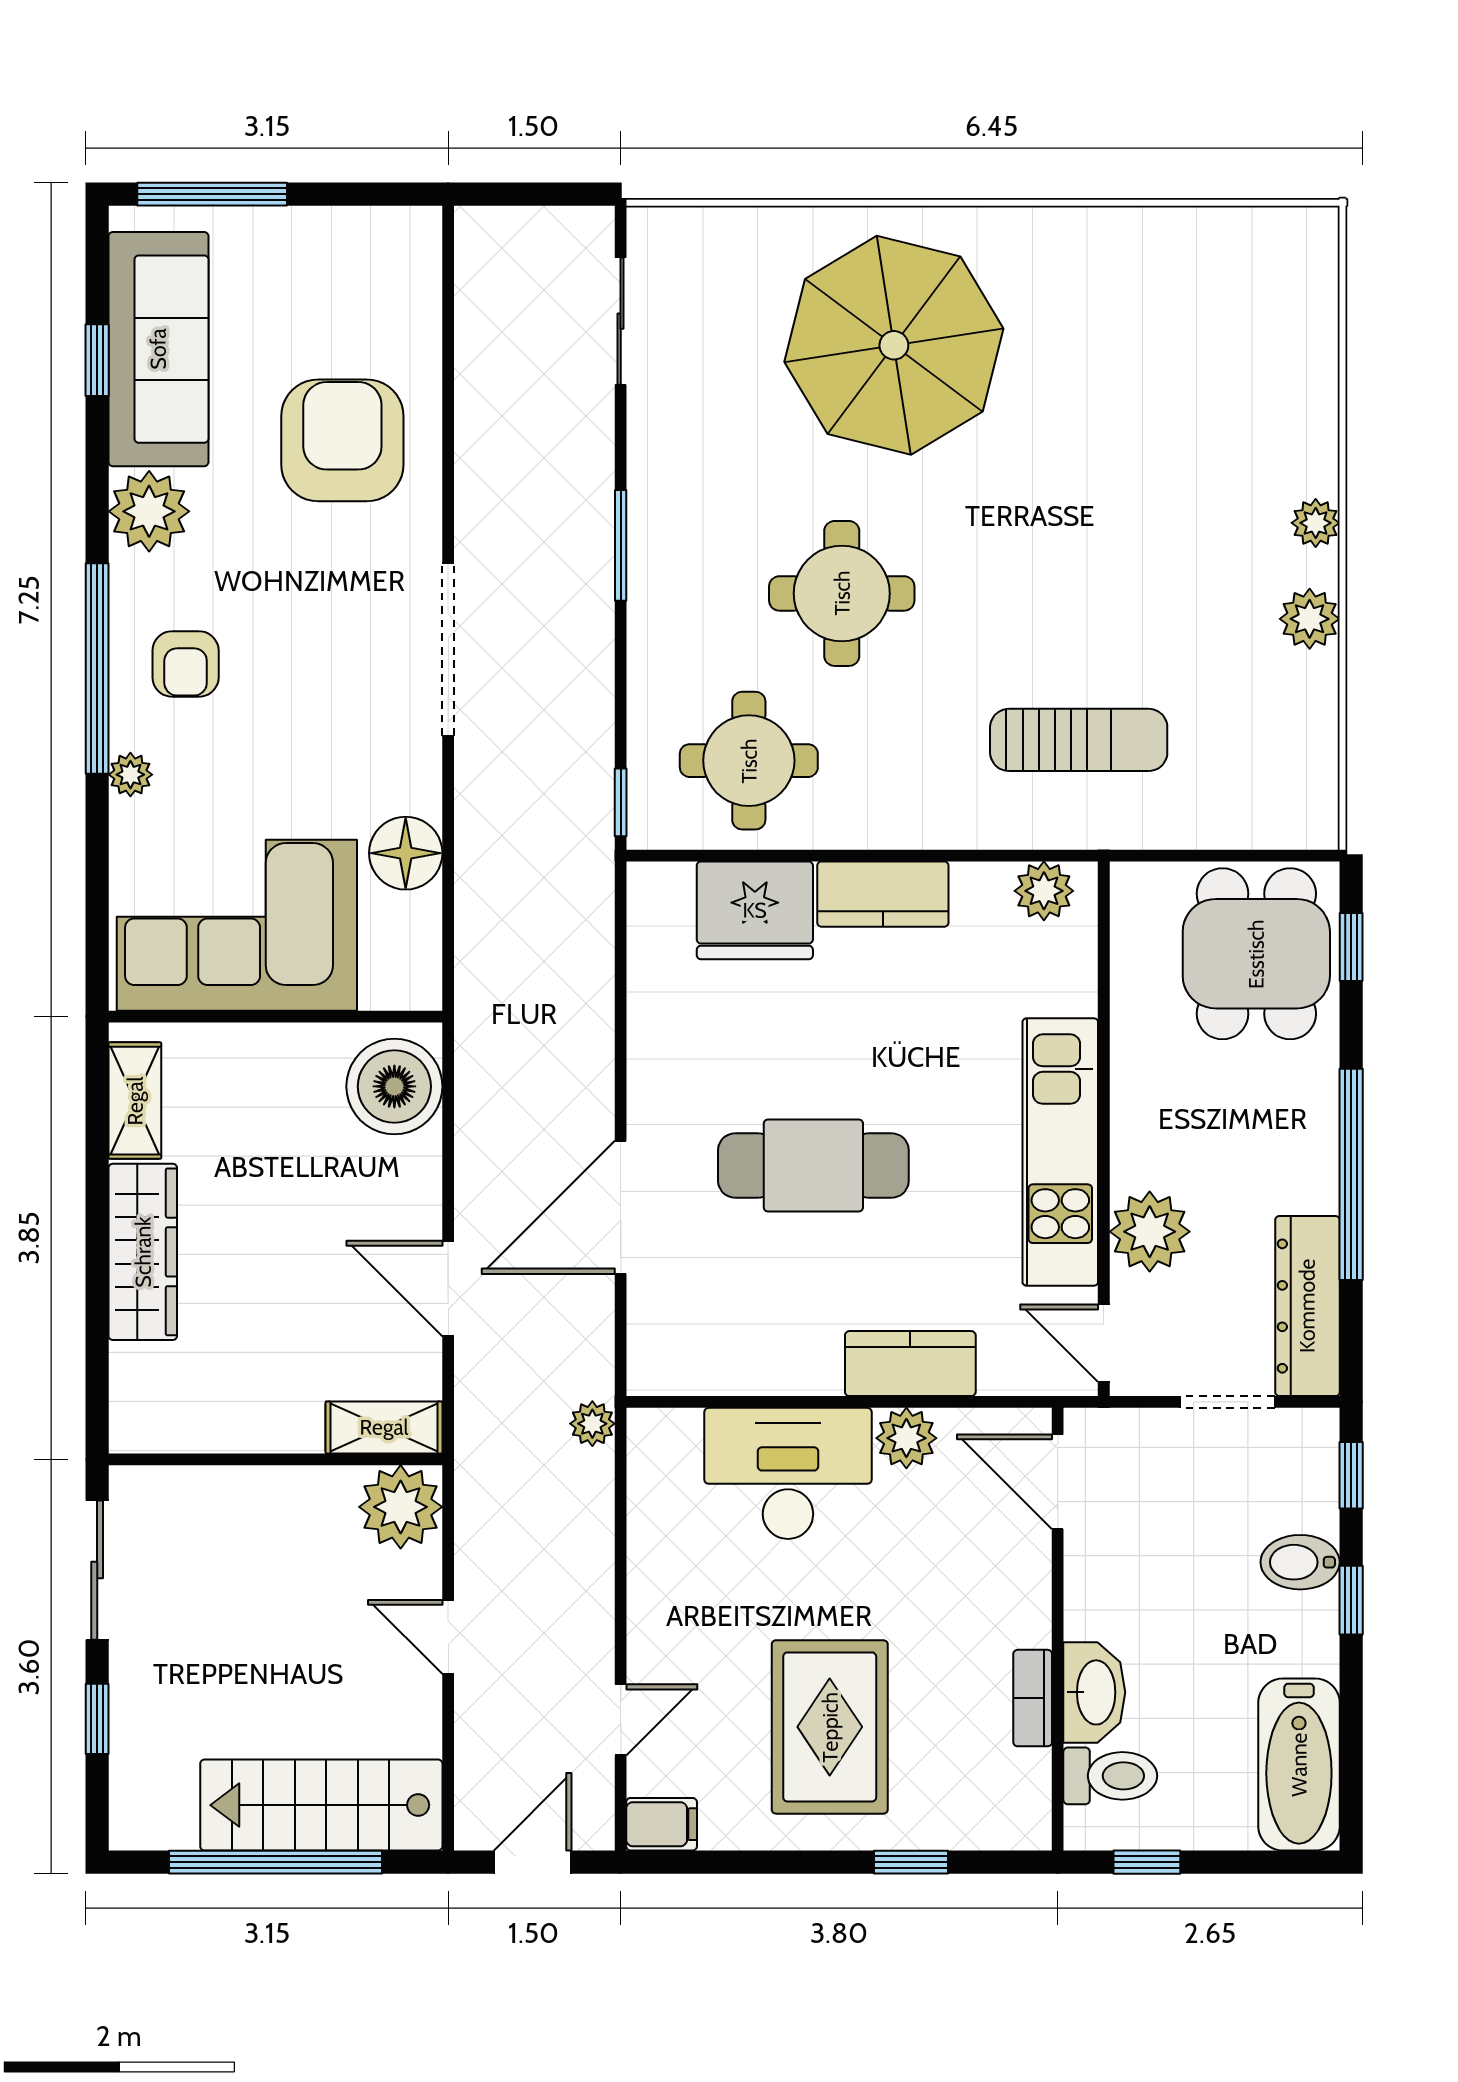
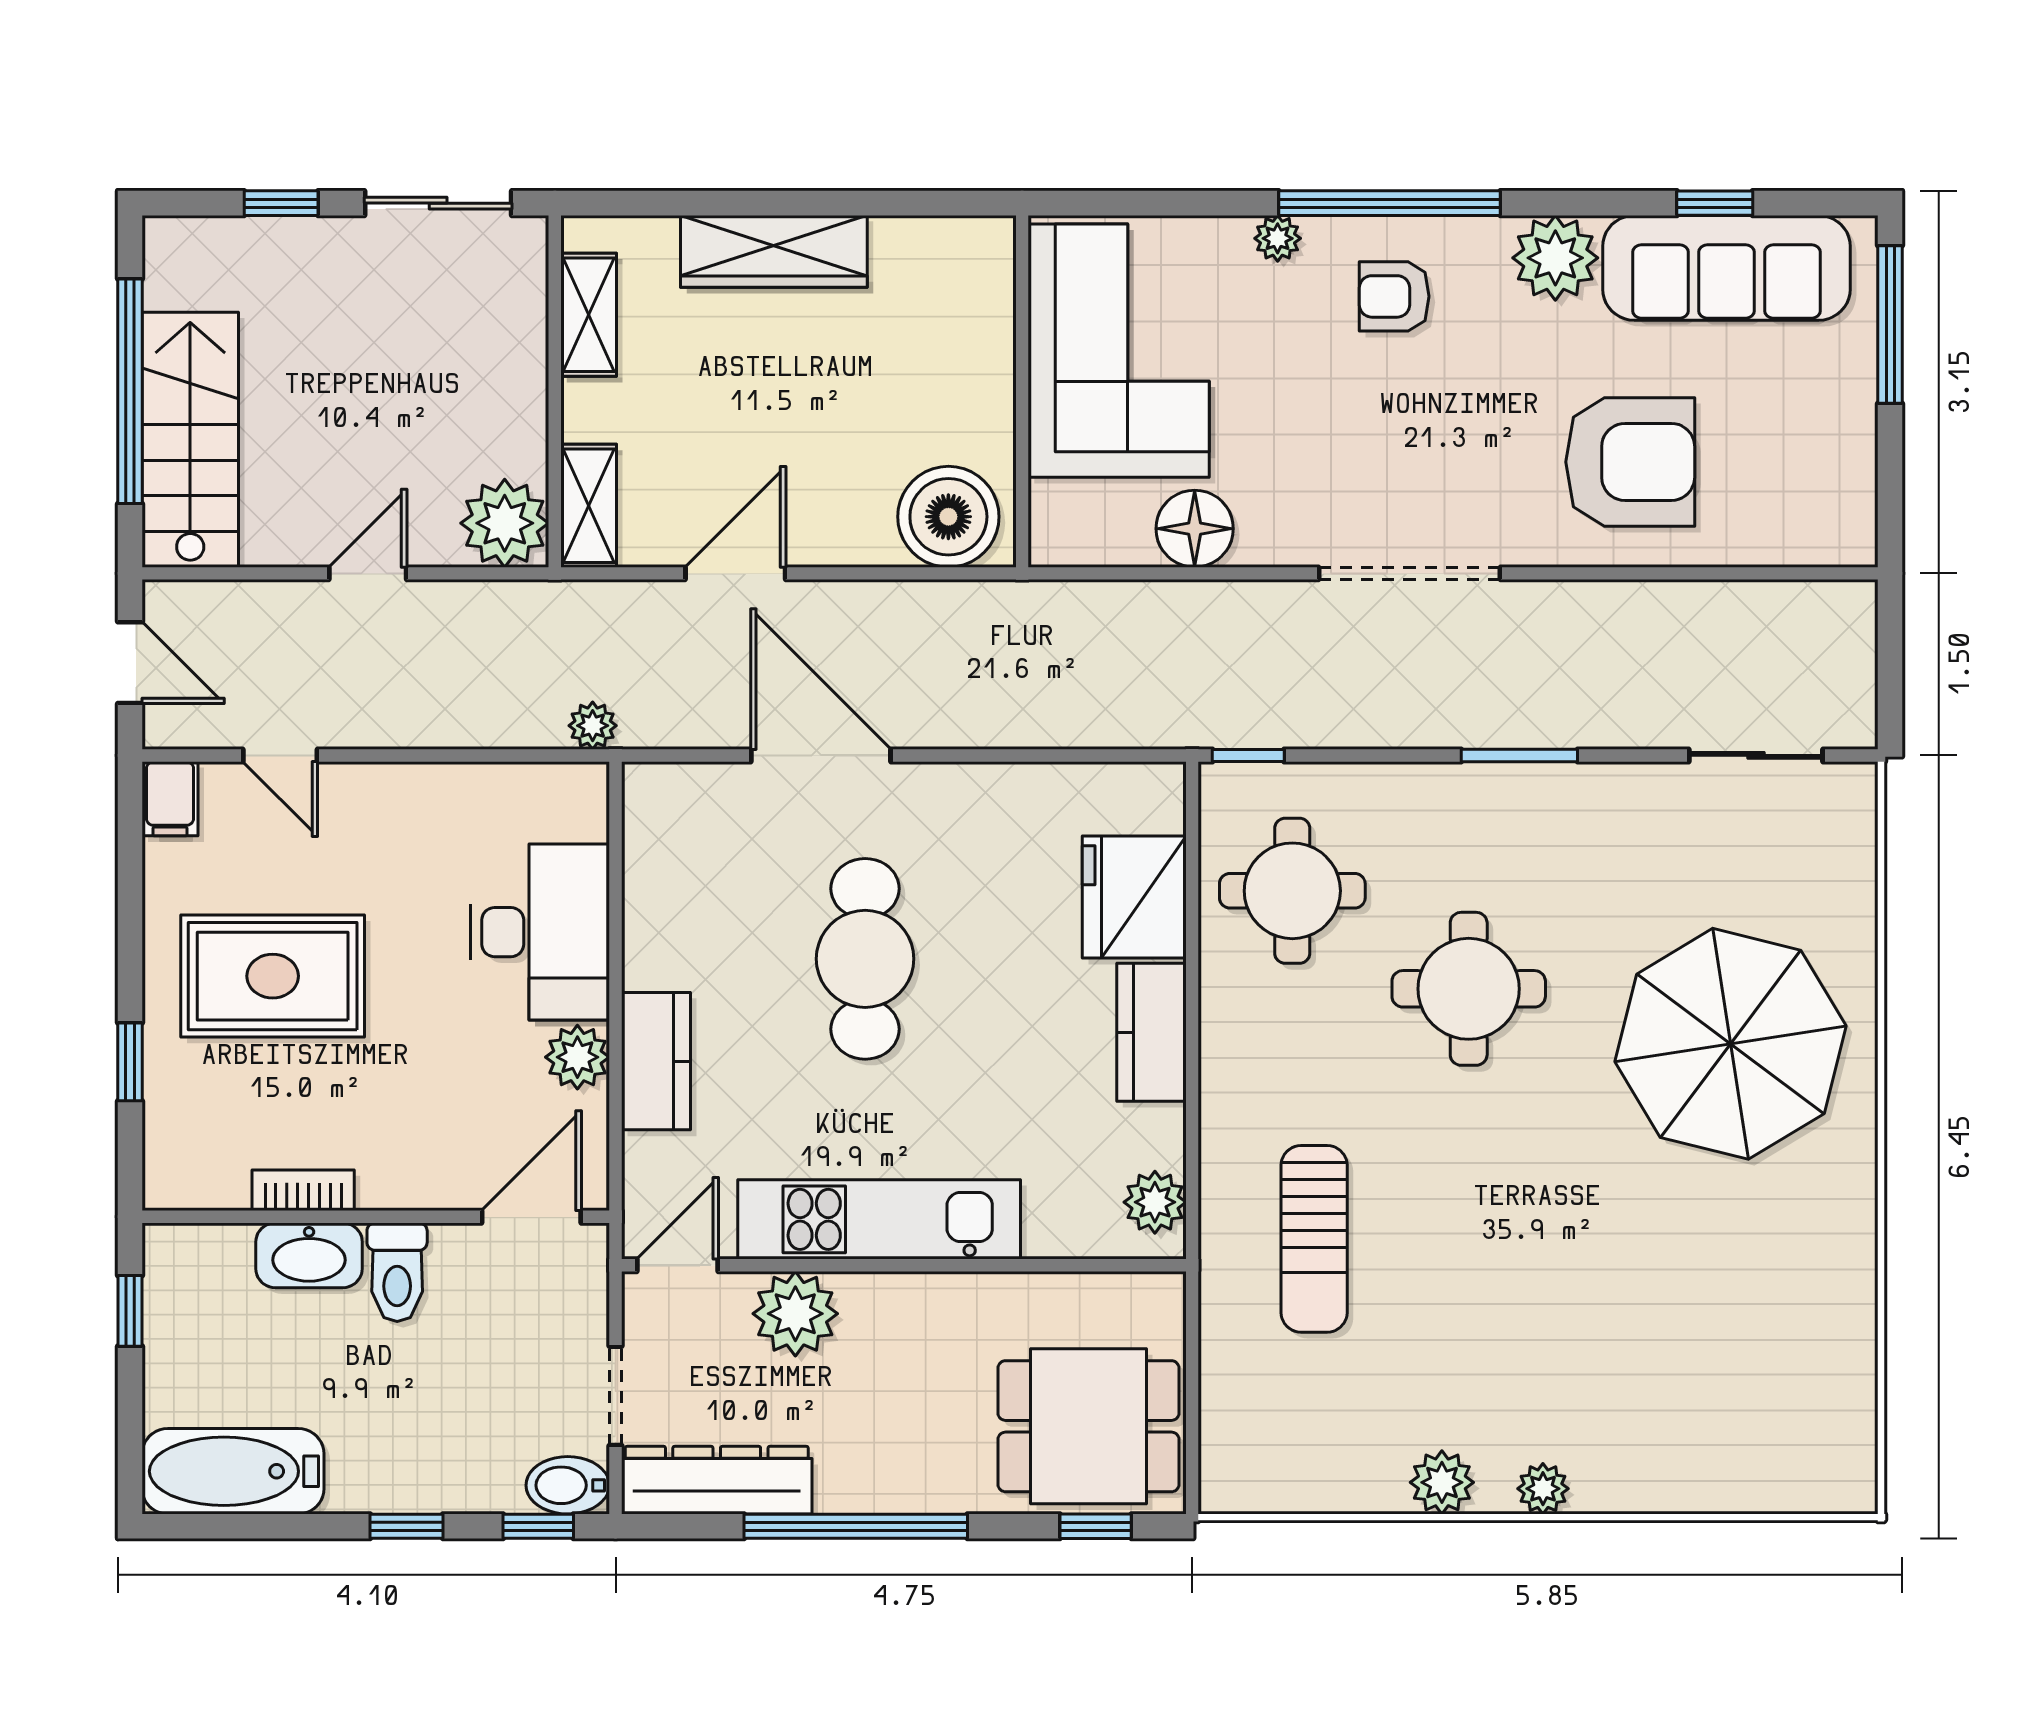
shelving: (135, 1101) -> (589, 315), moved, turned 90
bidet: (1300, 1562) -> (568, 1485), moved, turned -90
toilet: (1110, 1776) -> (397, 1272), moved

